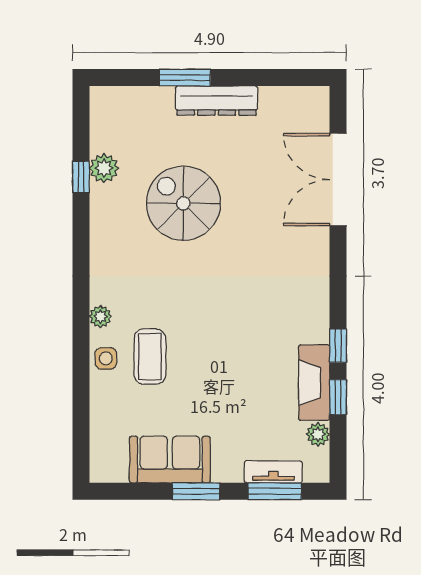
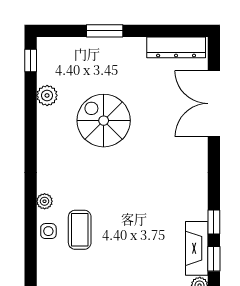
dresser: (217, 101) -> (176, 47), moved
window: (81, 177) -> (31, 60), moved

